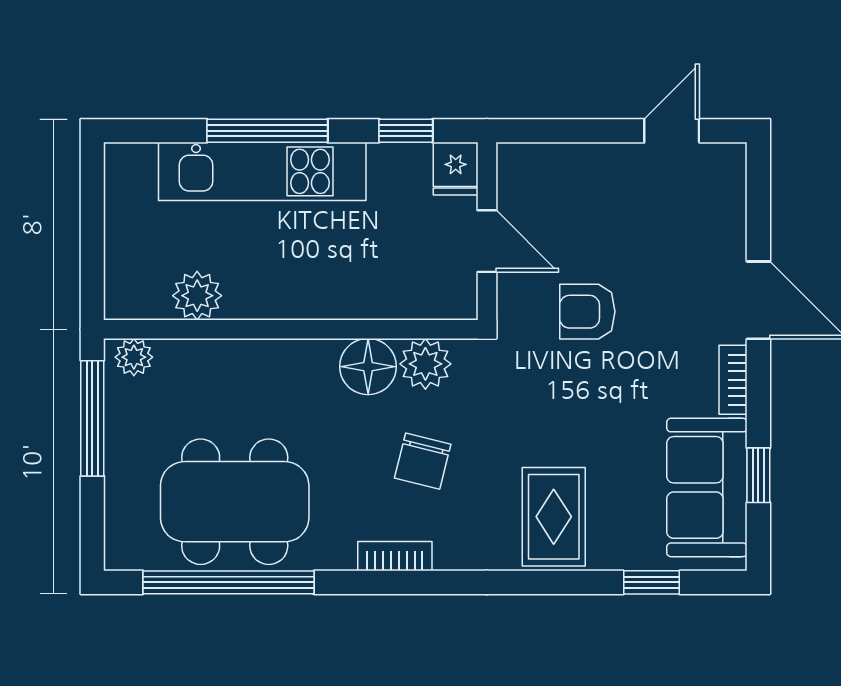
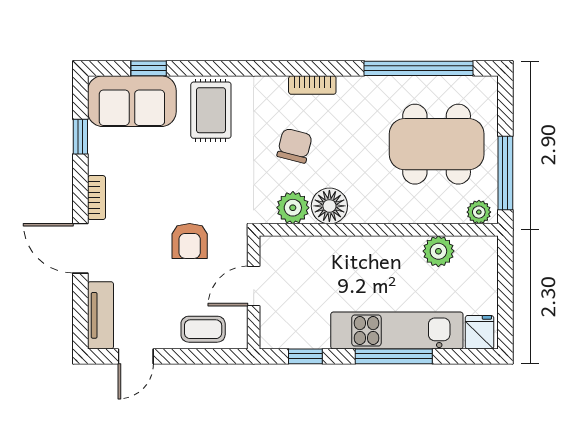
fridge: (456, 169) -> (479, 332), moved
coffee table: (566, 173) -> (203, 329), added
tv unit: (727, 195) -> (101, 315), added
door: (487, 241) -> (254, 286), hinge flipped
armchair: (587, 312) -> (190, 241), turned 90
sofa: (707, 487) -> (132, 101), moved, turned 90
dining table: (235, 502) -> (437, 144), moved

